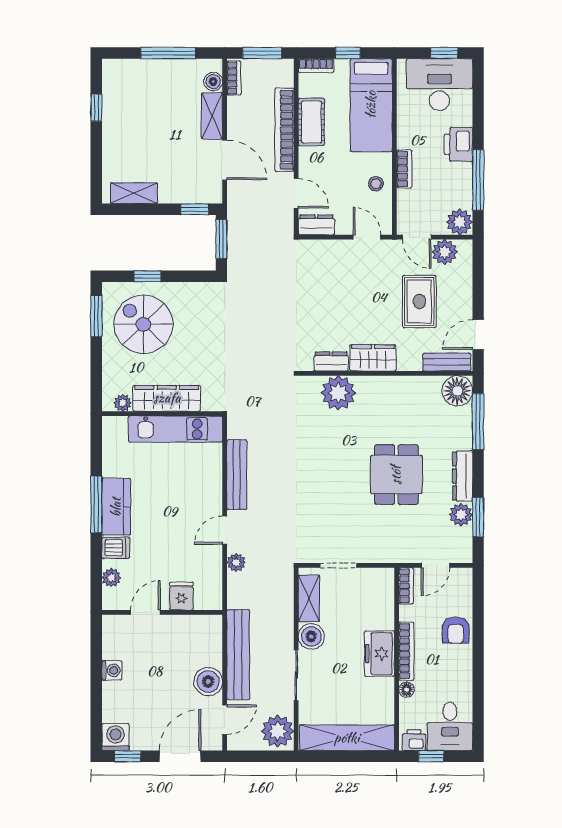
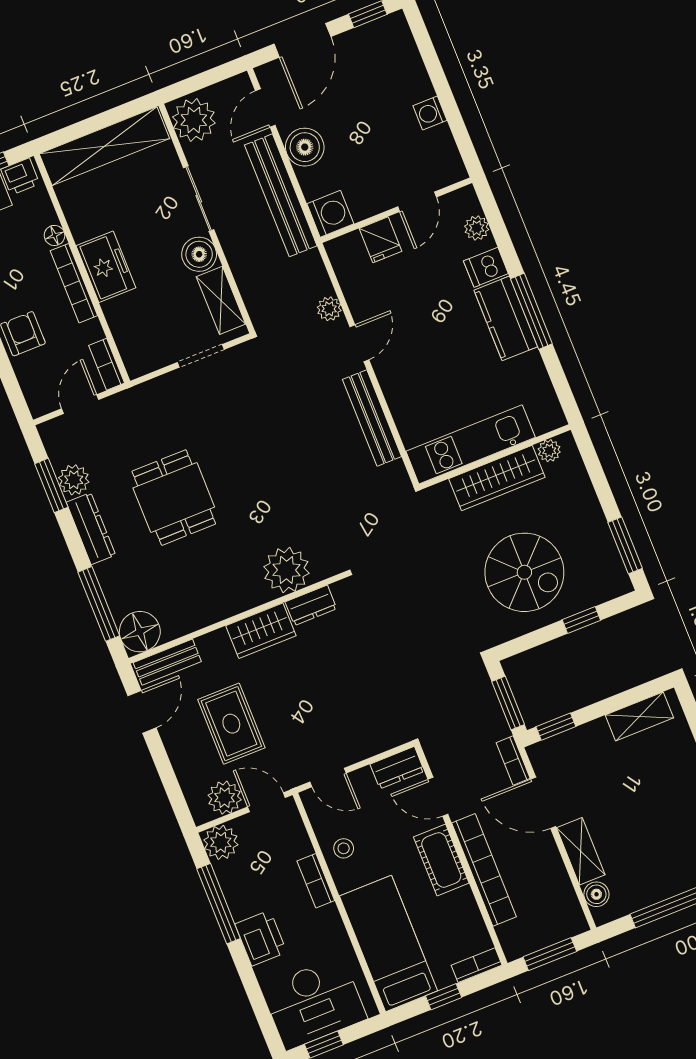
bookcase: (234, 78) -> (513, 761), moved
cot: (311, 122) -> (441, 860), moved
spiral stairs: (143, 324) -> (524, 572), moved
washing machine: (115, 737) -> (330, 214), moved, turned -90

